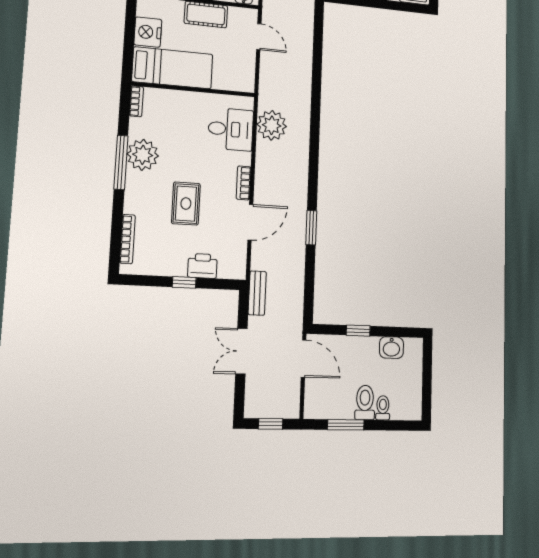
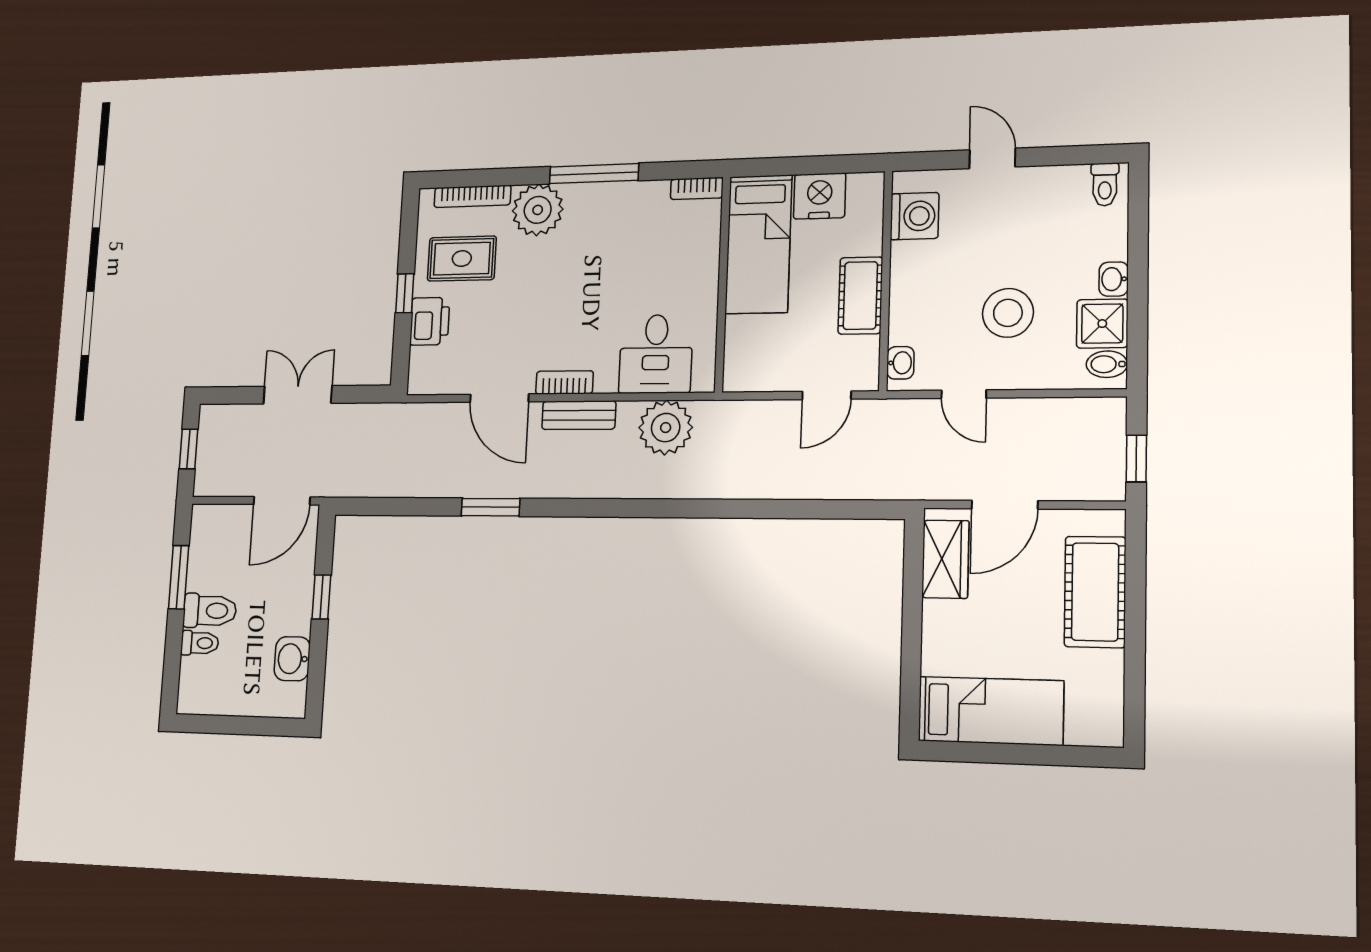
plant: (143, 155) -> (538, 210), moved
rug: (186, 204) -> (462, 259), moved
bench: (257, 293) -> (579, 415), moved

